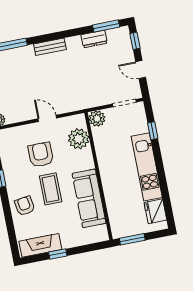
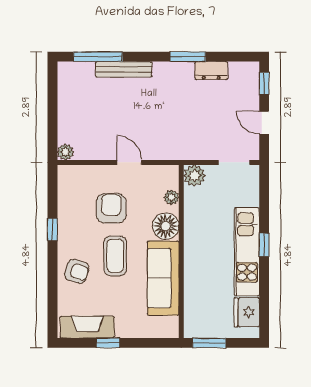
window: (106, 26) -> (188, 57), moved
bench: (50, 47) -> (124, 69), moved, width x1.36
window: (153, 131) -> (264, 245), moved
plant: (79, 139) -> (172, 197), width x0.53, depth x0.53
floor lamp: (83, 160) -> (166, 226), added
armchair: (25, 206) -> (77, 271), turned 117

